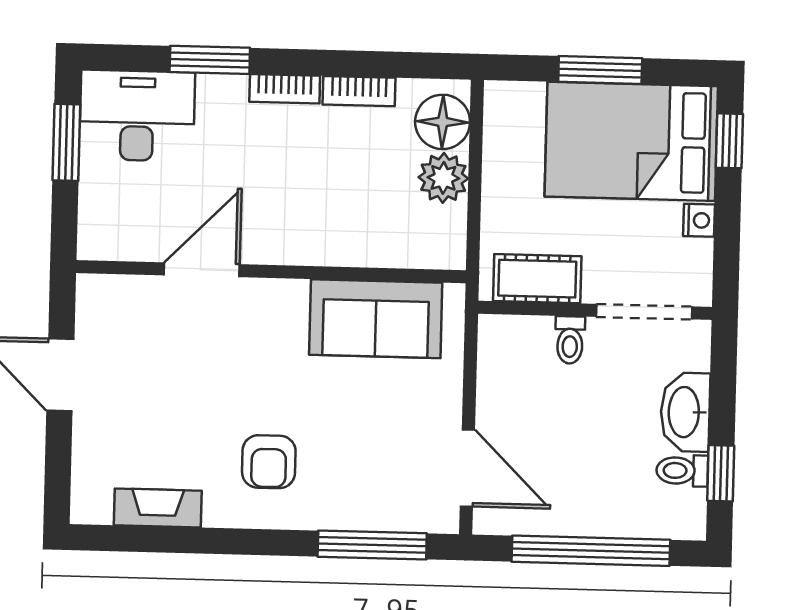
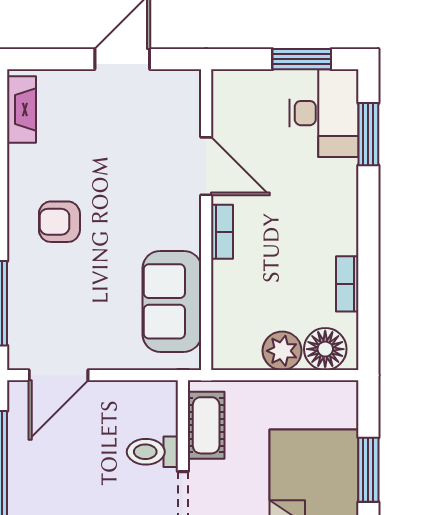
window: (210, 60) -> (368, 134), moved
bookcase: (285, 89) -> (222, 232), moved, turned 180
toilet: (570, 340) -> (152, 452), width x1.37, depth x1.39
fireplace: (158, 508) -> (21, 110), moved

